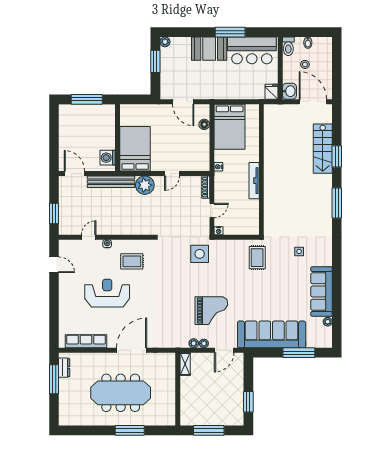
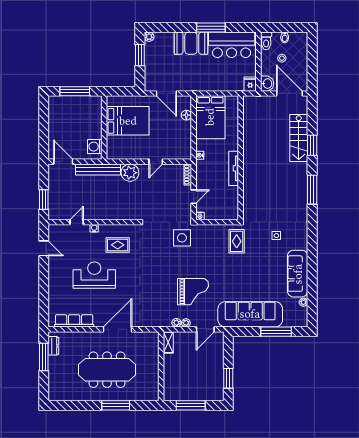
bed: (135, 149) -> (128, 121), moved, turned 90

